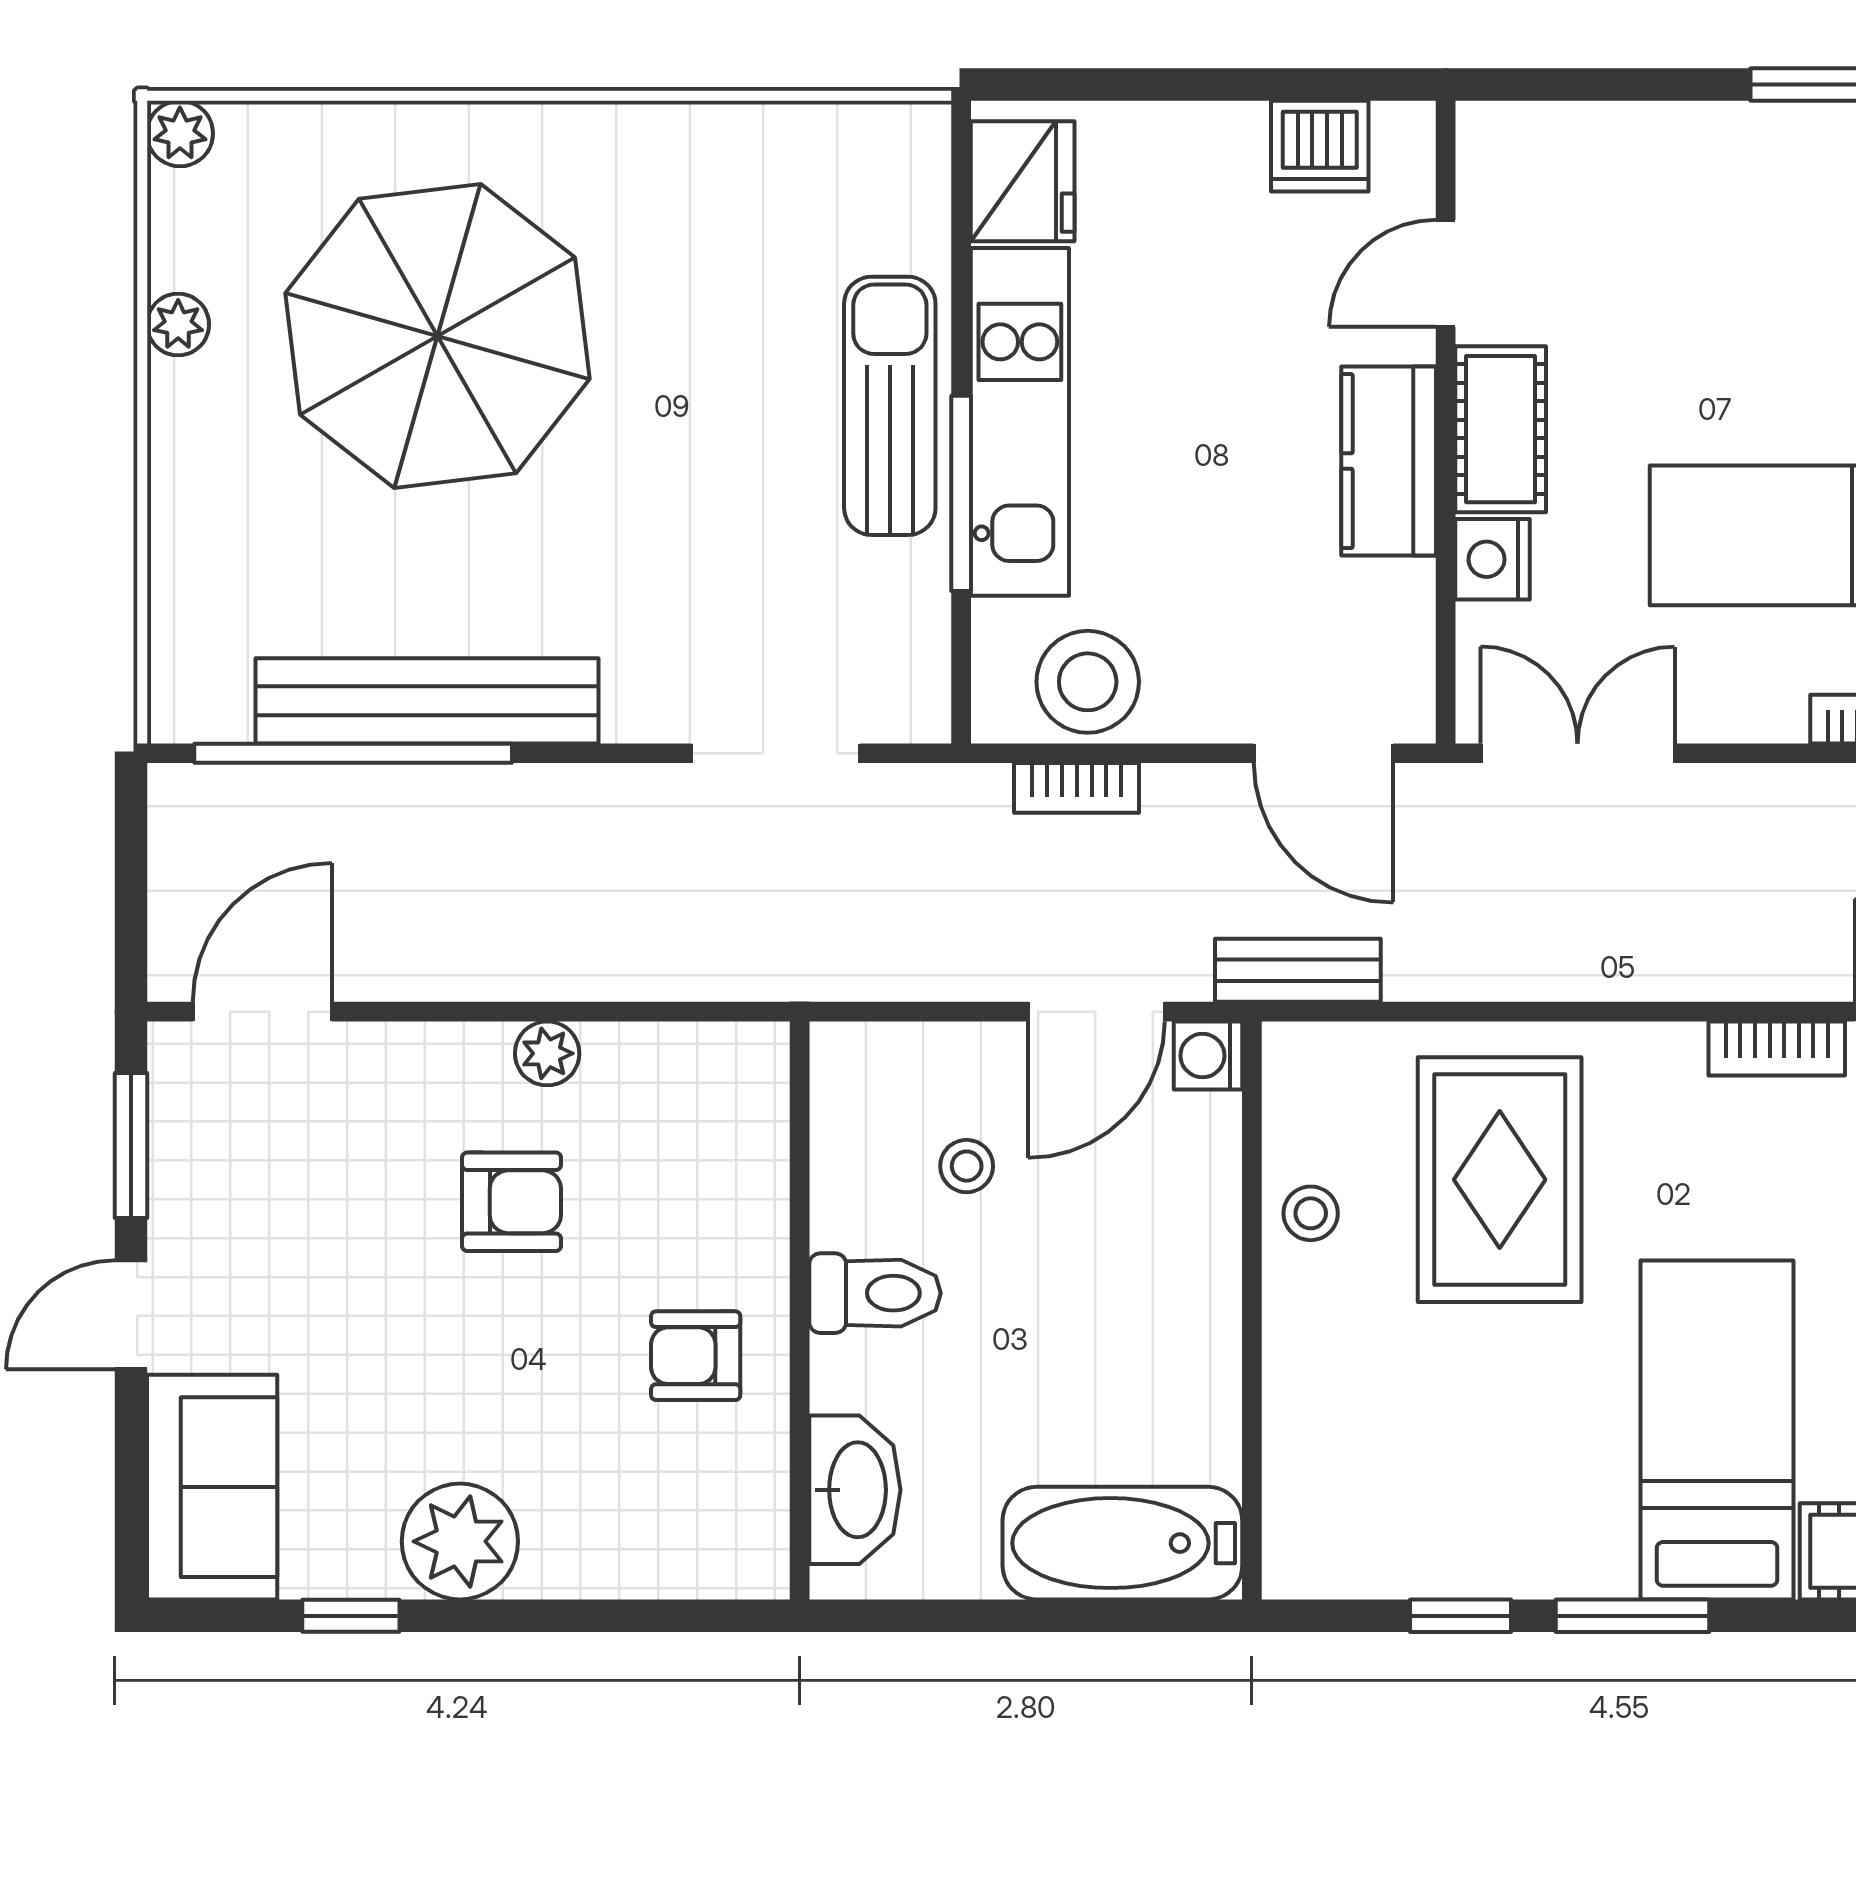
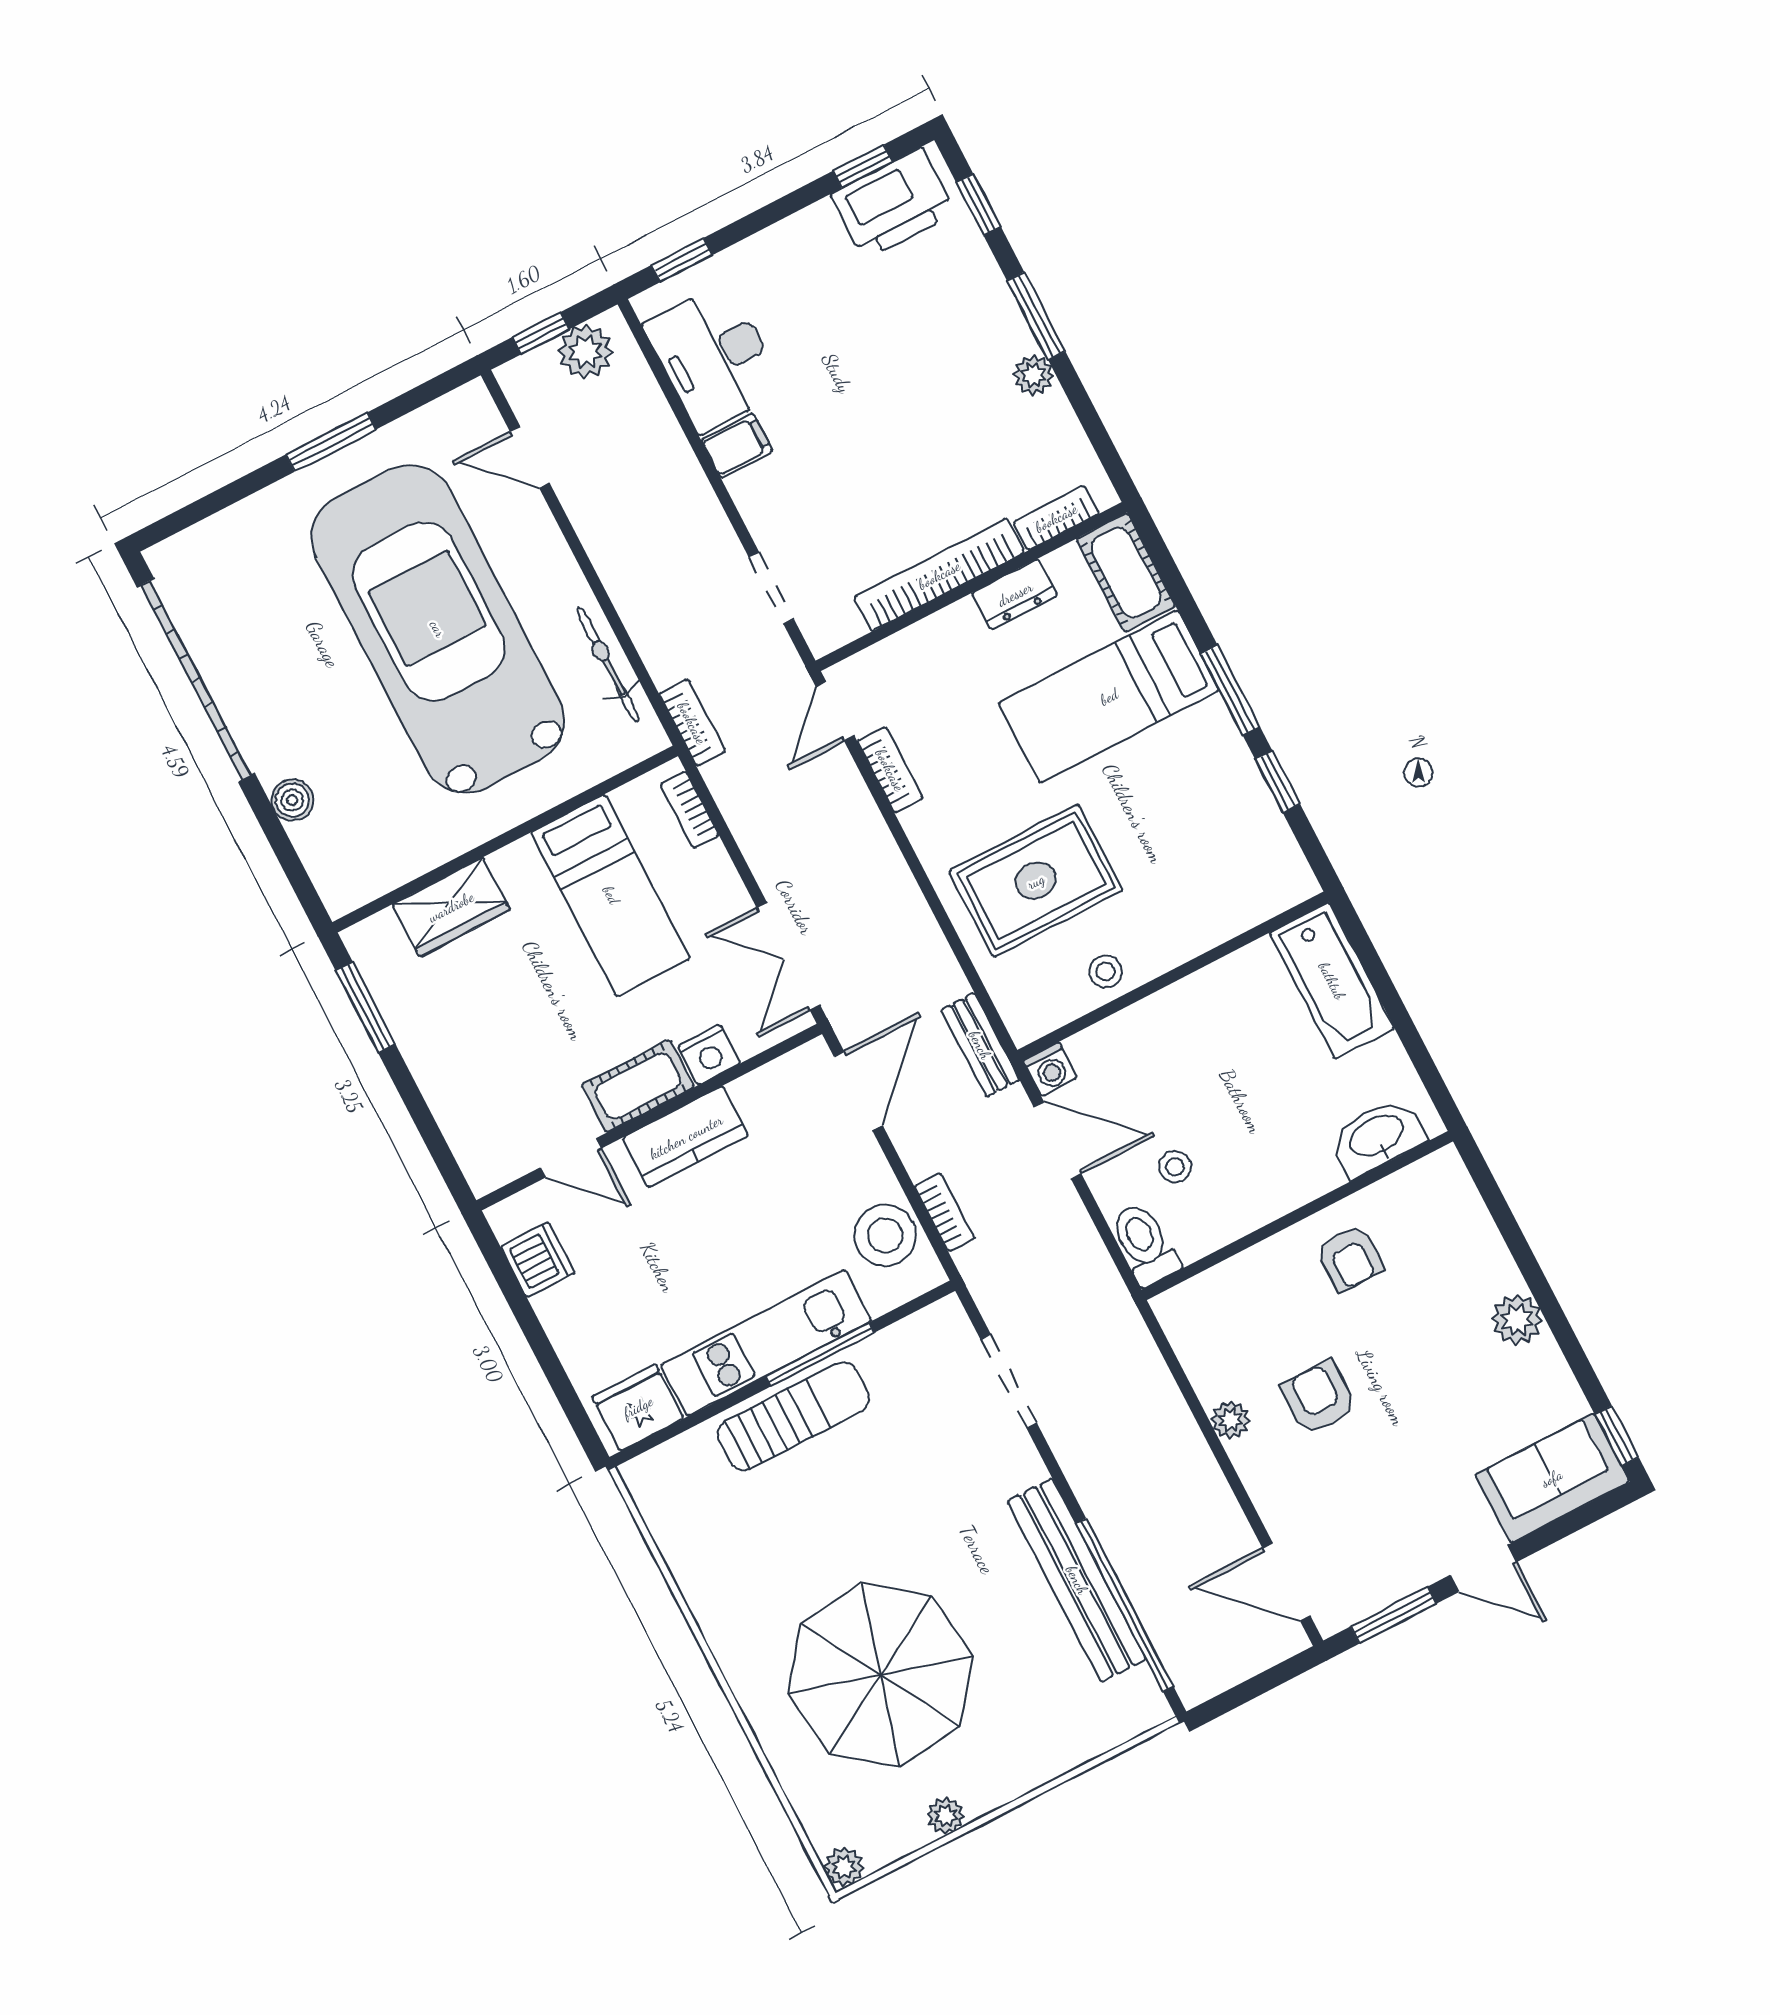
sun lounger: (890, 406) -> (793, 1416), turned 180
toilet: (875, 1293) -> (1145, 1244), moved
plant: (460, 1541) -> (1517, 1320), width x0.73, depth x0.73
window: (351, 1616) -> (1617, 1436), moved

